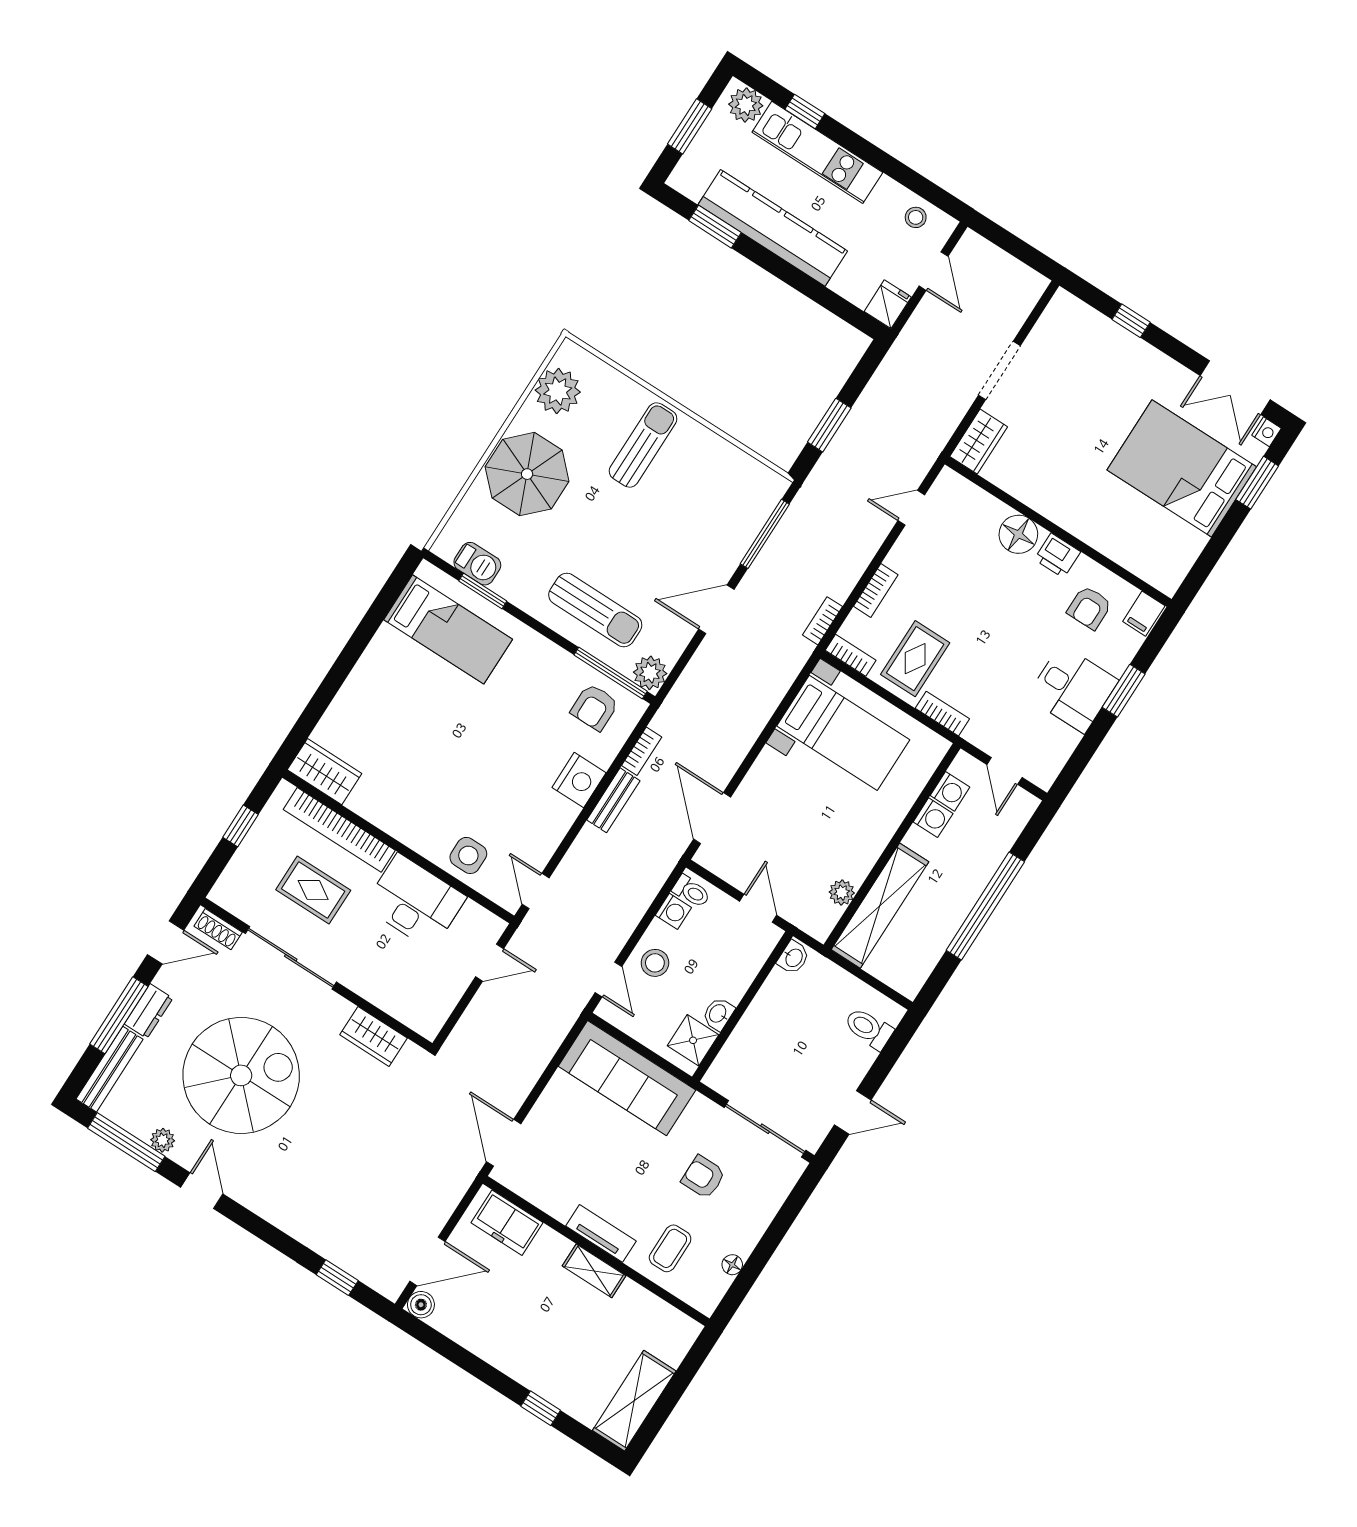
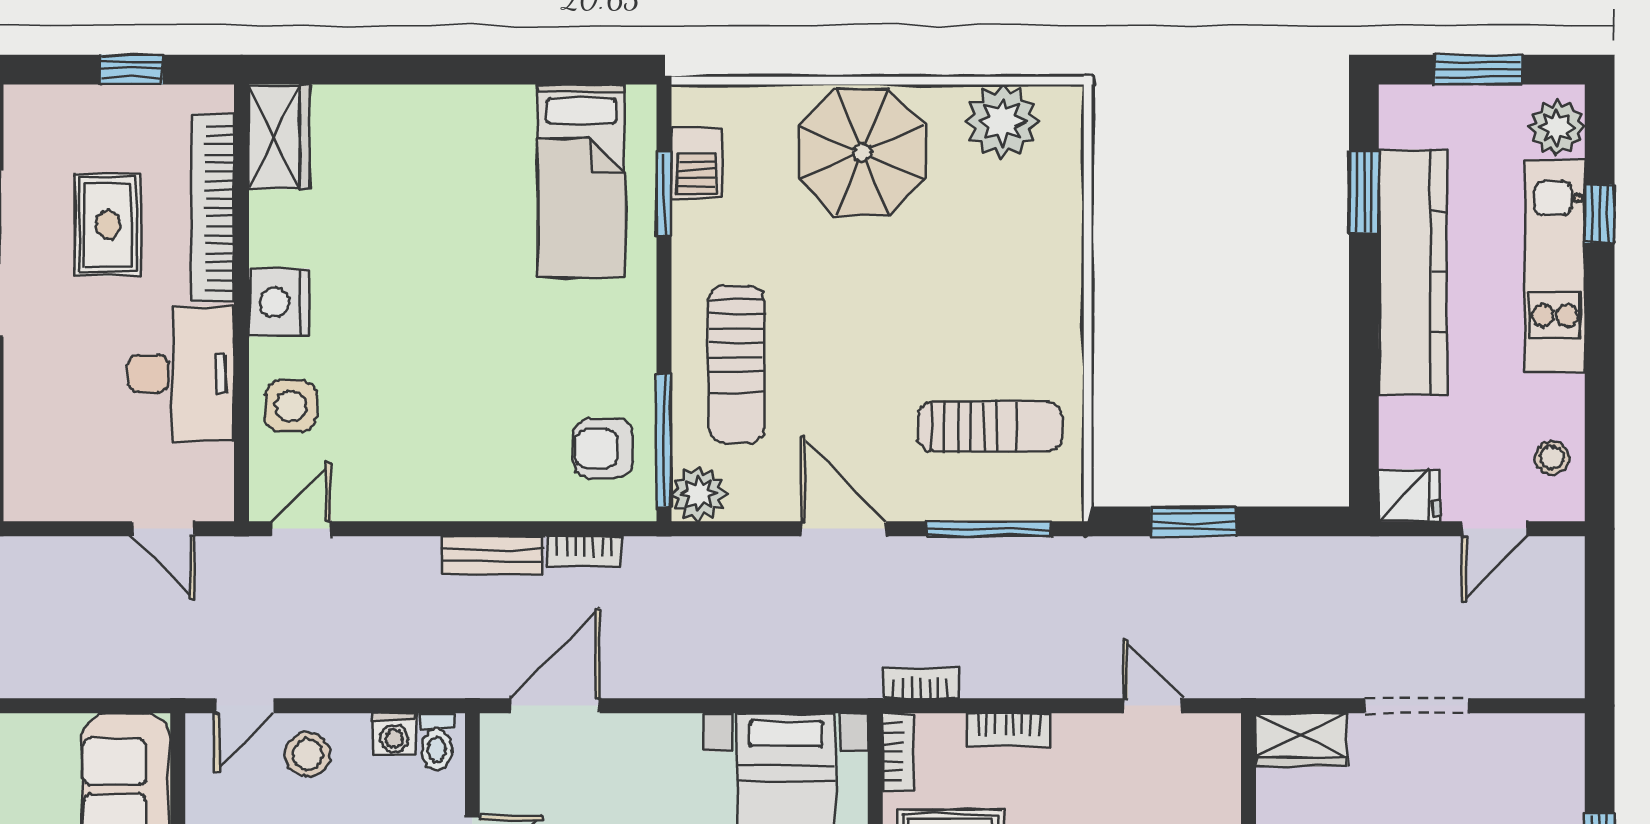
sun lounger: (643, 445) -> (990, 427), moved
nightstand: (579, 780) -> (279, 302), moved, turned 90

